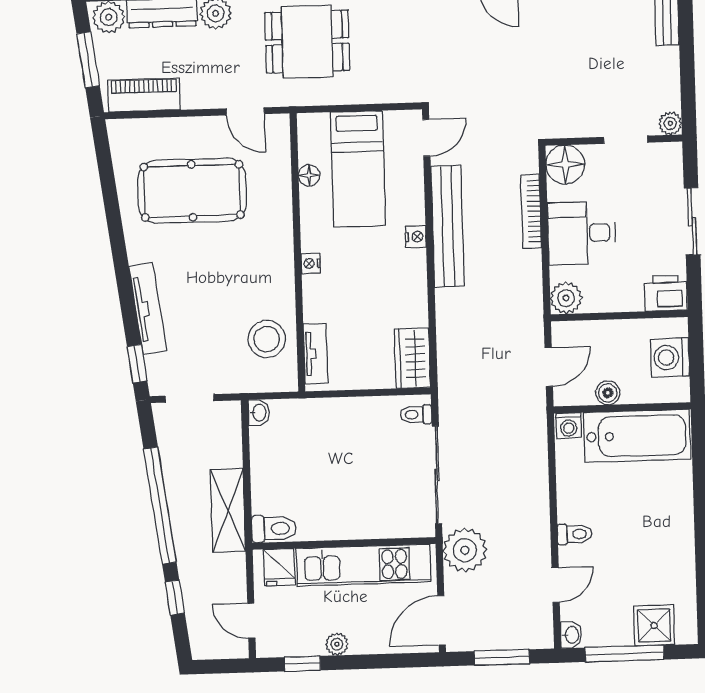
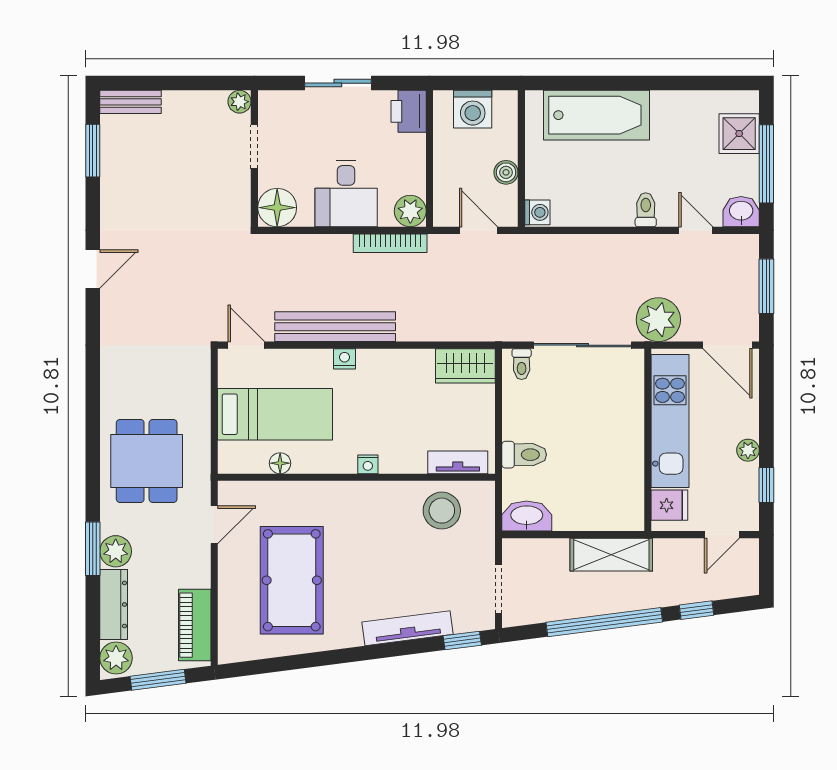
bookcase: (531, 211) -> (390, 243), moved
washbasin: (259, 413) -> (527, 516), width x1.91, depth x1.45
bathtub: (637, 436) -> (596, 115), moved, turned 90
toilet: (274, 529) -> (524, 455), moved, turned 90
washbasin: (571, 635) -> (741, 212), width x1.38, depth x1.45

